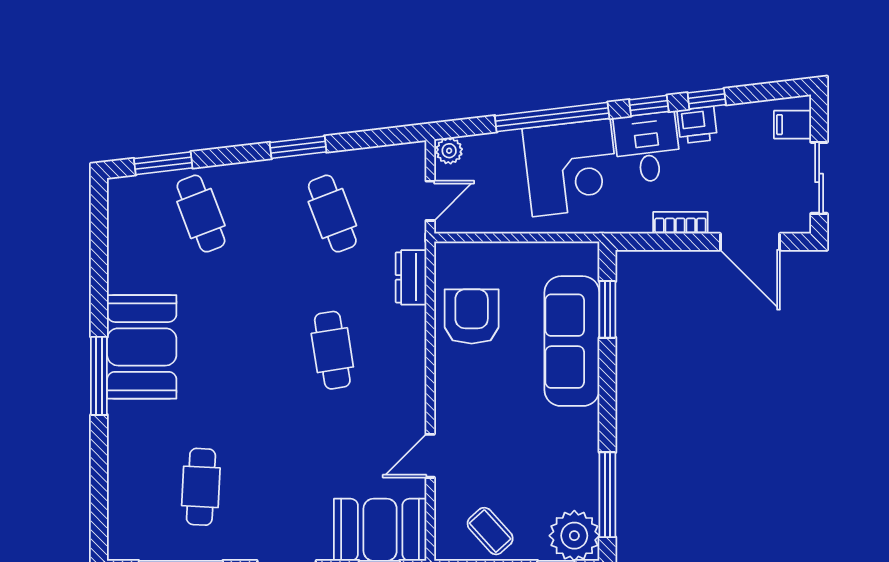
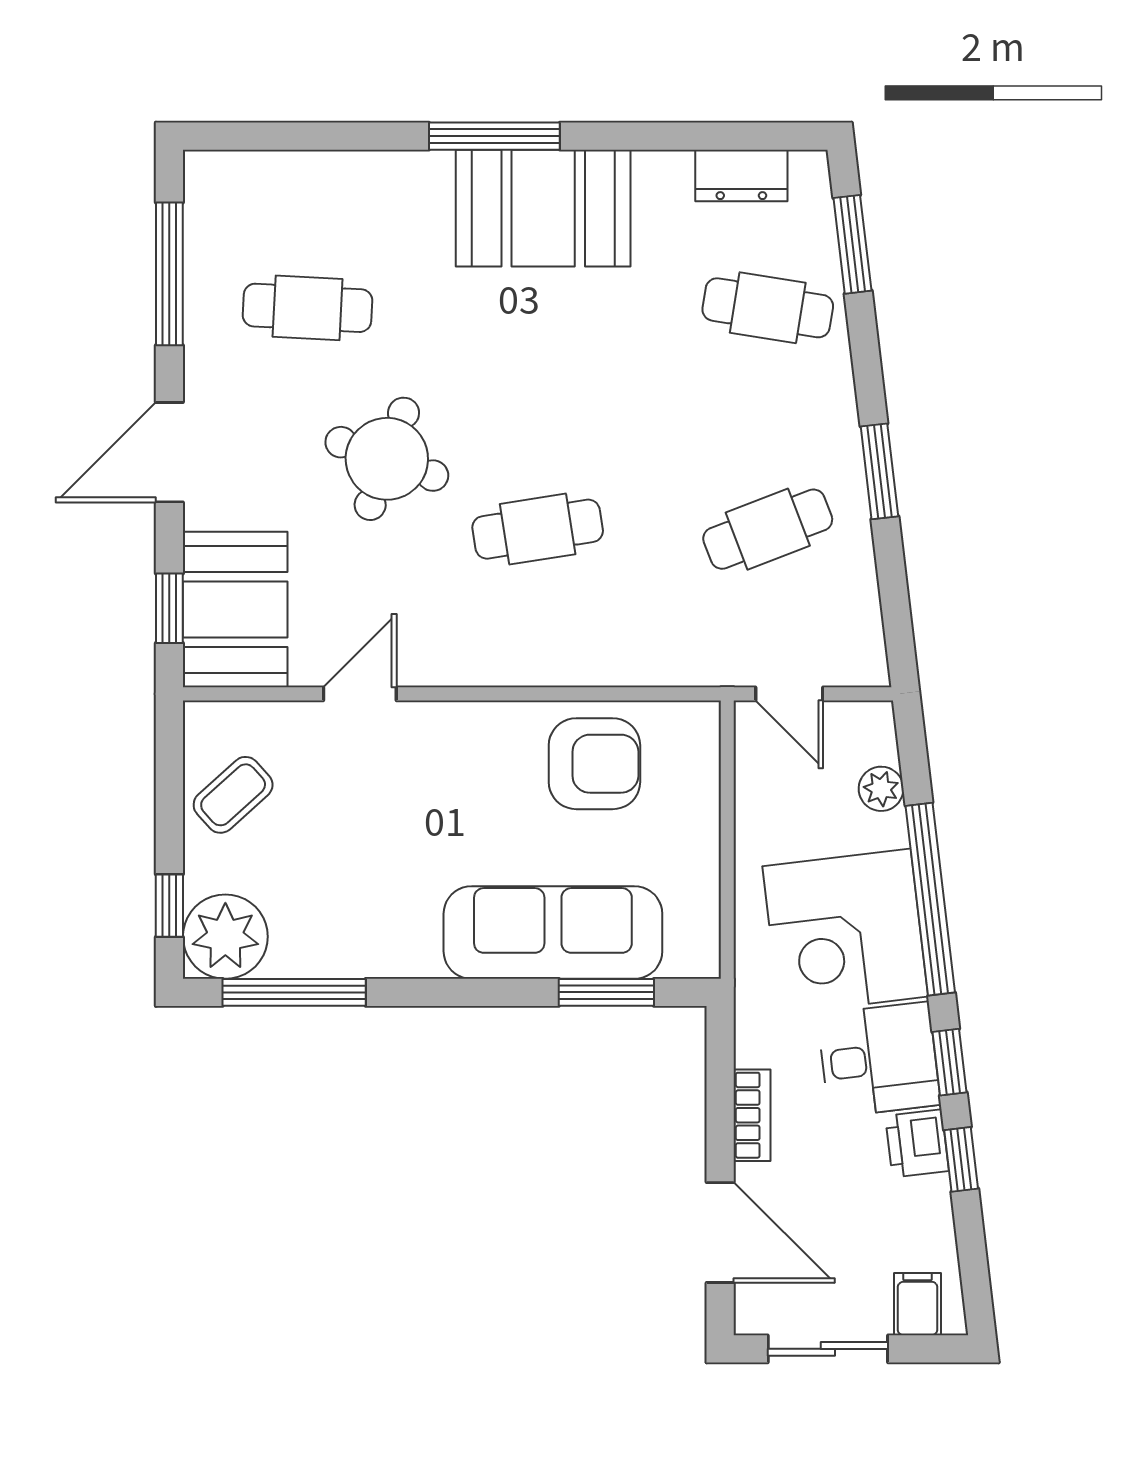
plant: (449, 151) -> (881, 789), moved
cafe table: (201, 214) -> (768, 308), turned 30
door: (750, 242) -> (720, 1232), swing flipped
dresser: (411, 277) -> (741, 175), moved, turned 180
round table: (291, 440) -> (387, 459), added
door: (430, 456) -> (360, 694), hinge flipped

